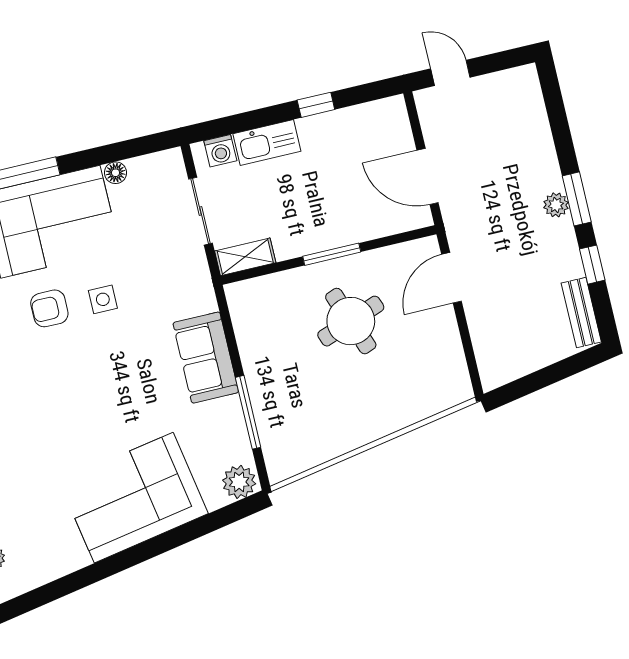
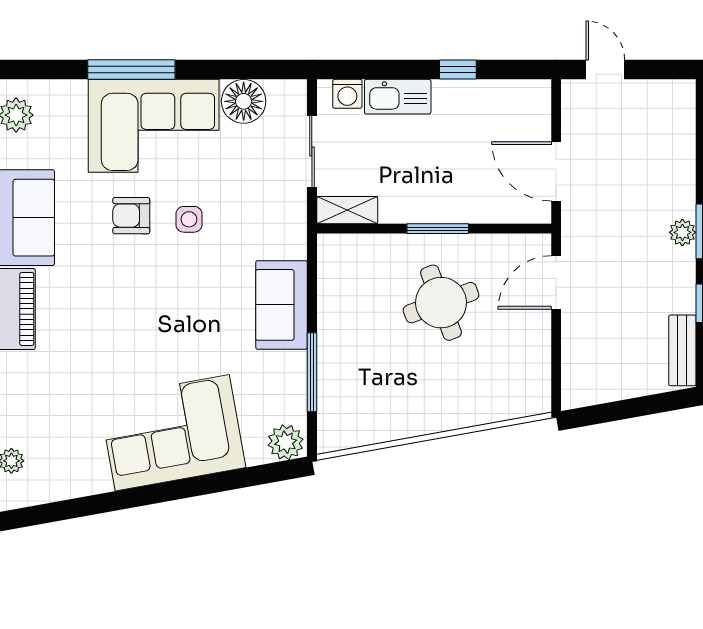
floor lamp: (116, 173) -> (244, 101), width x1.89, depth x1.89

